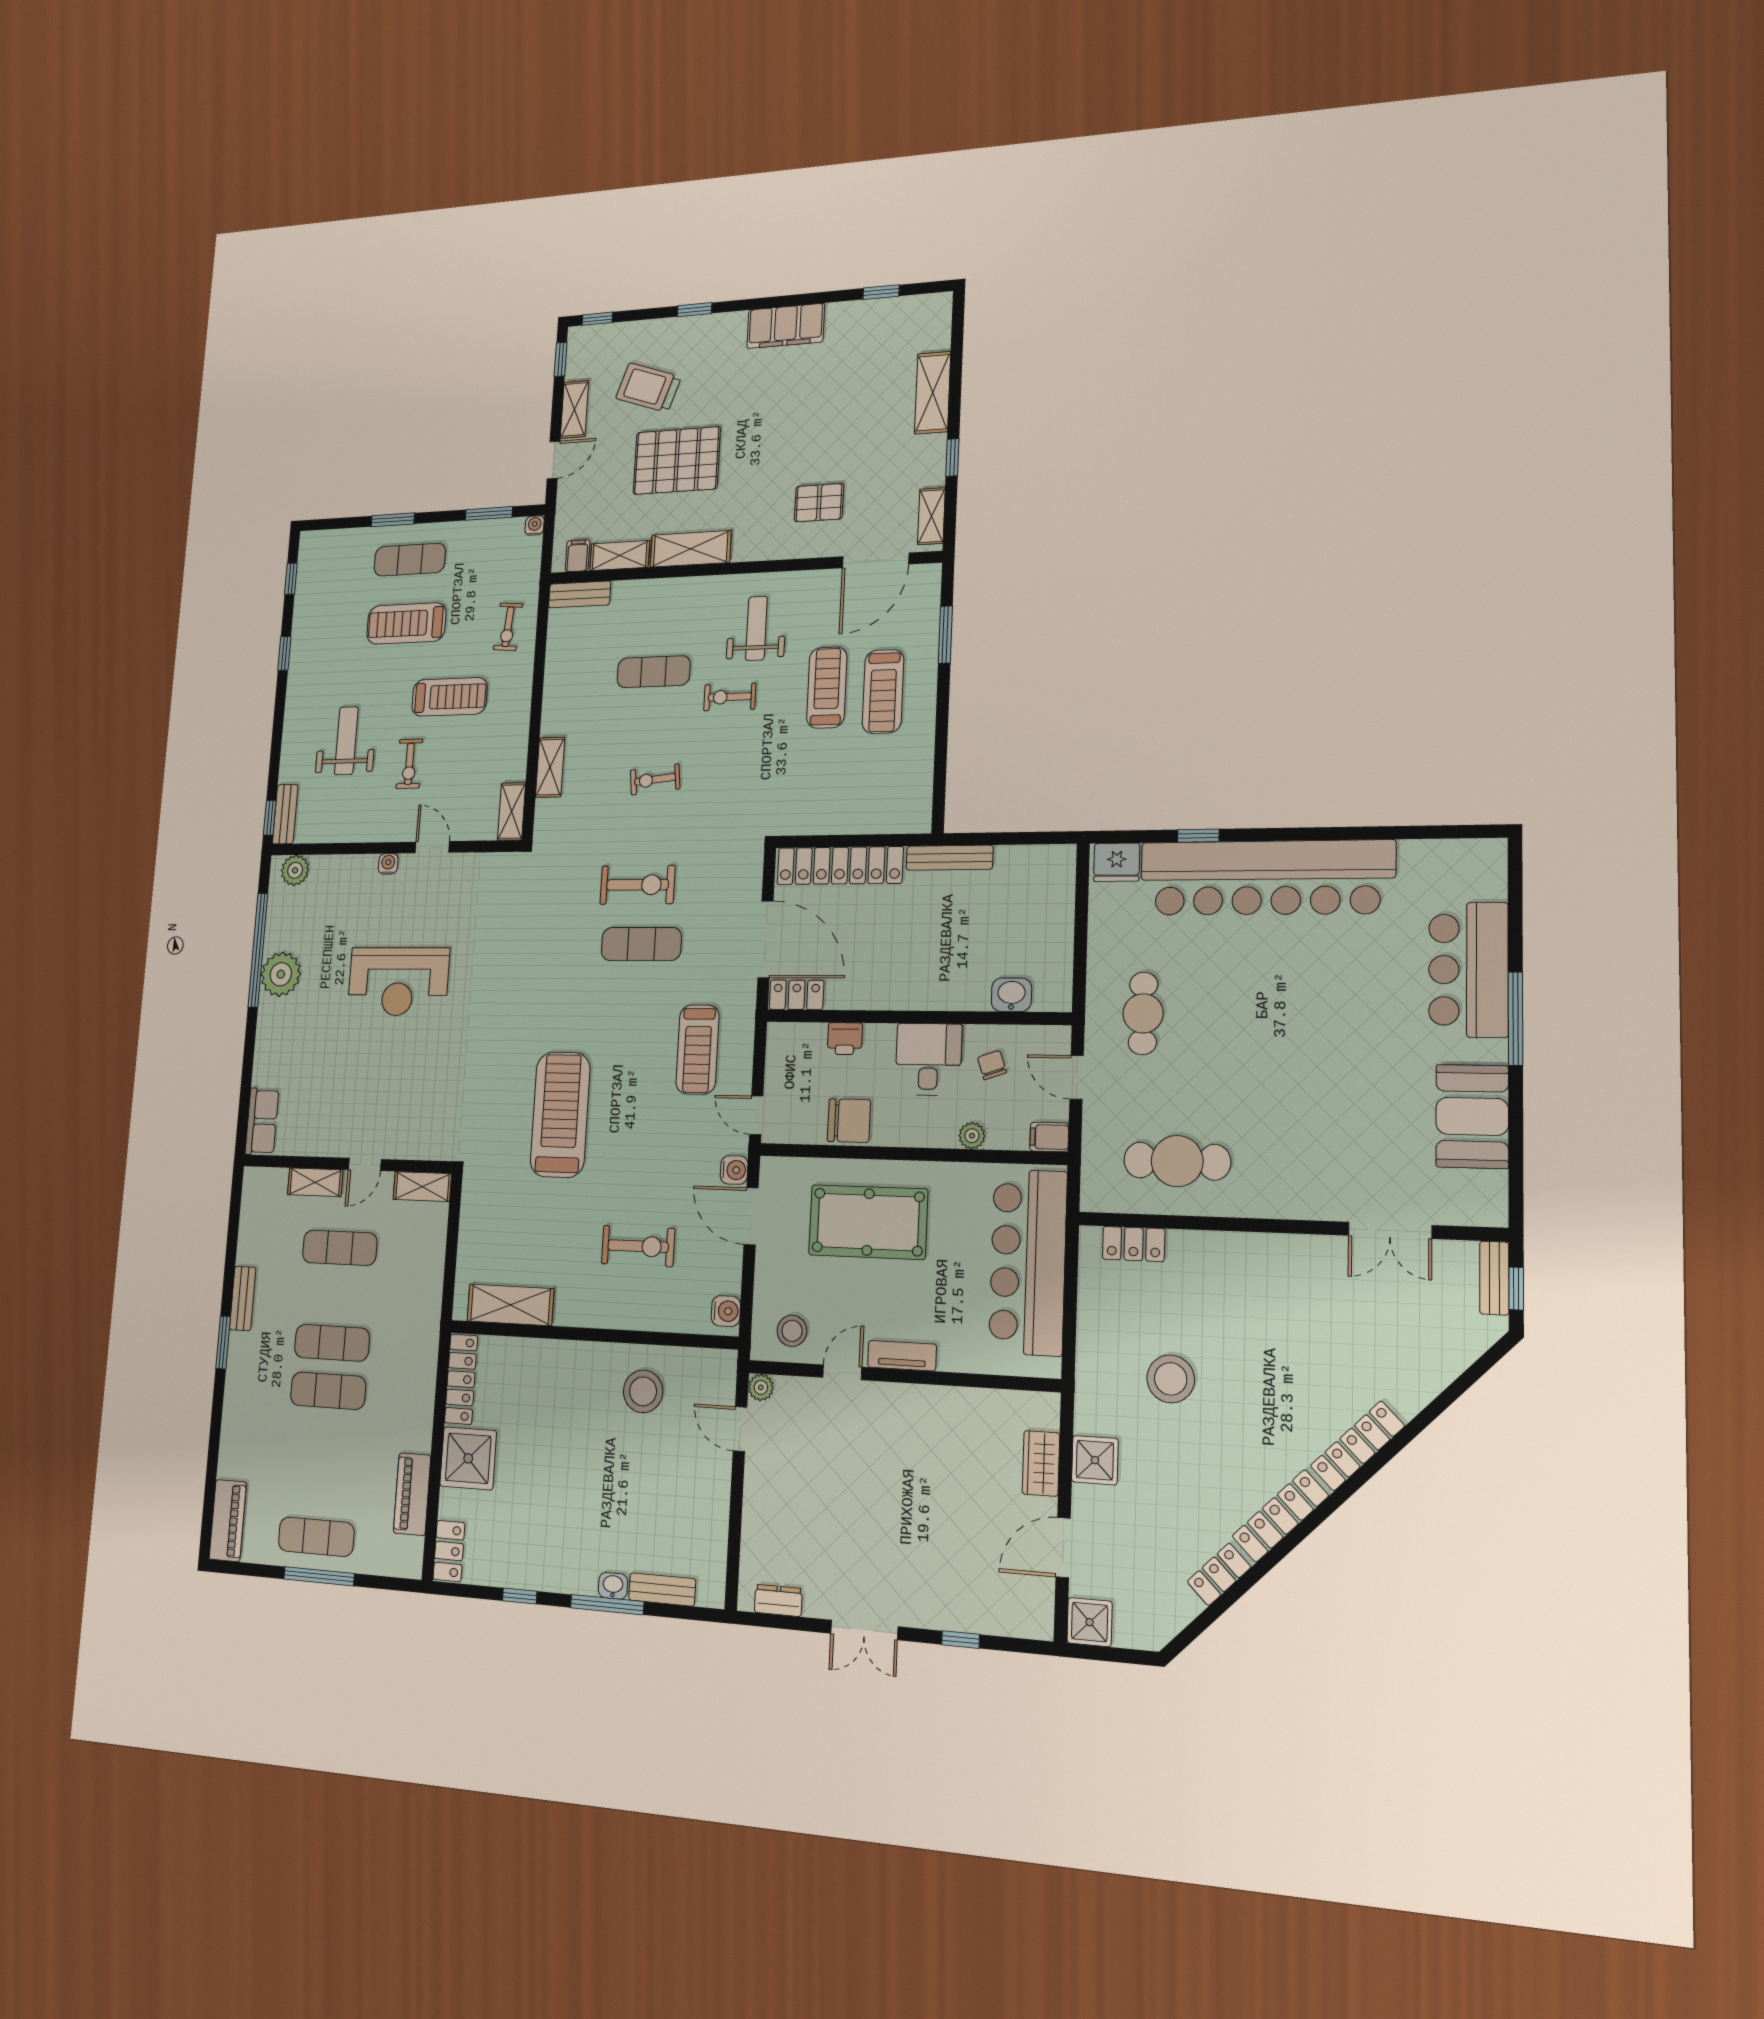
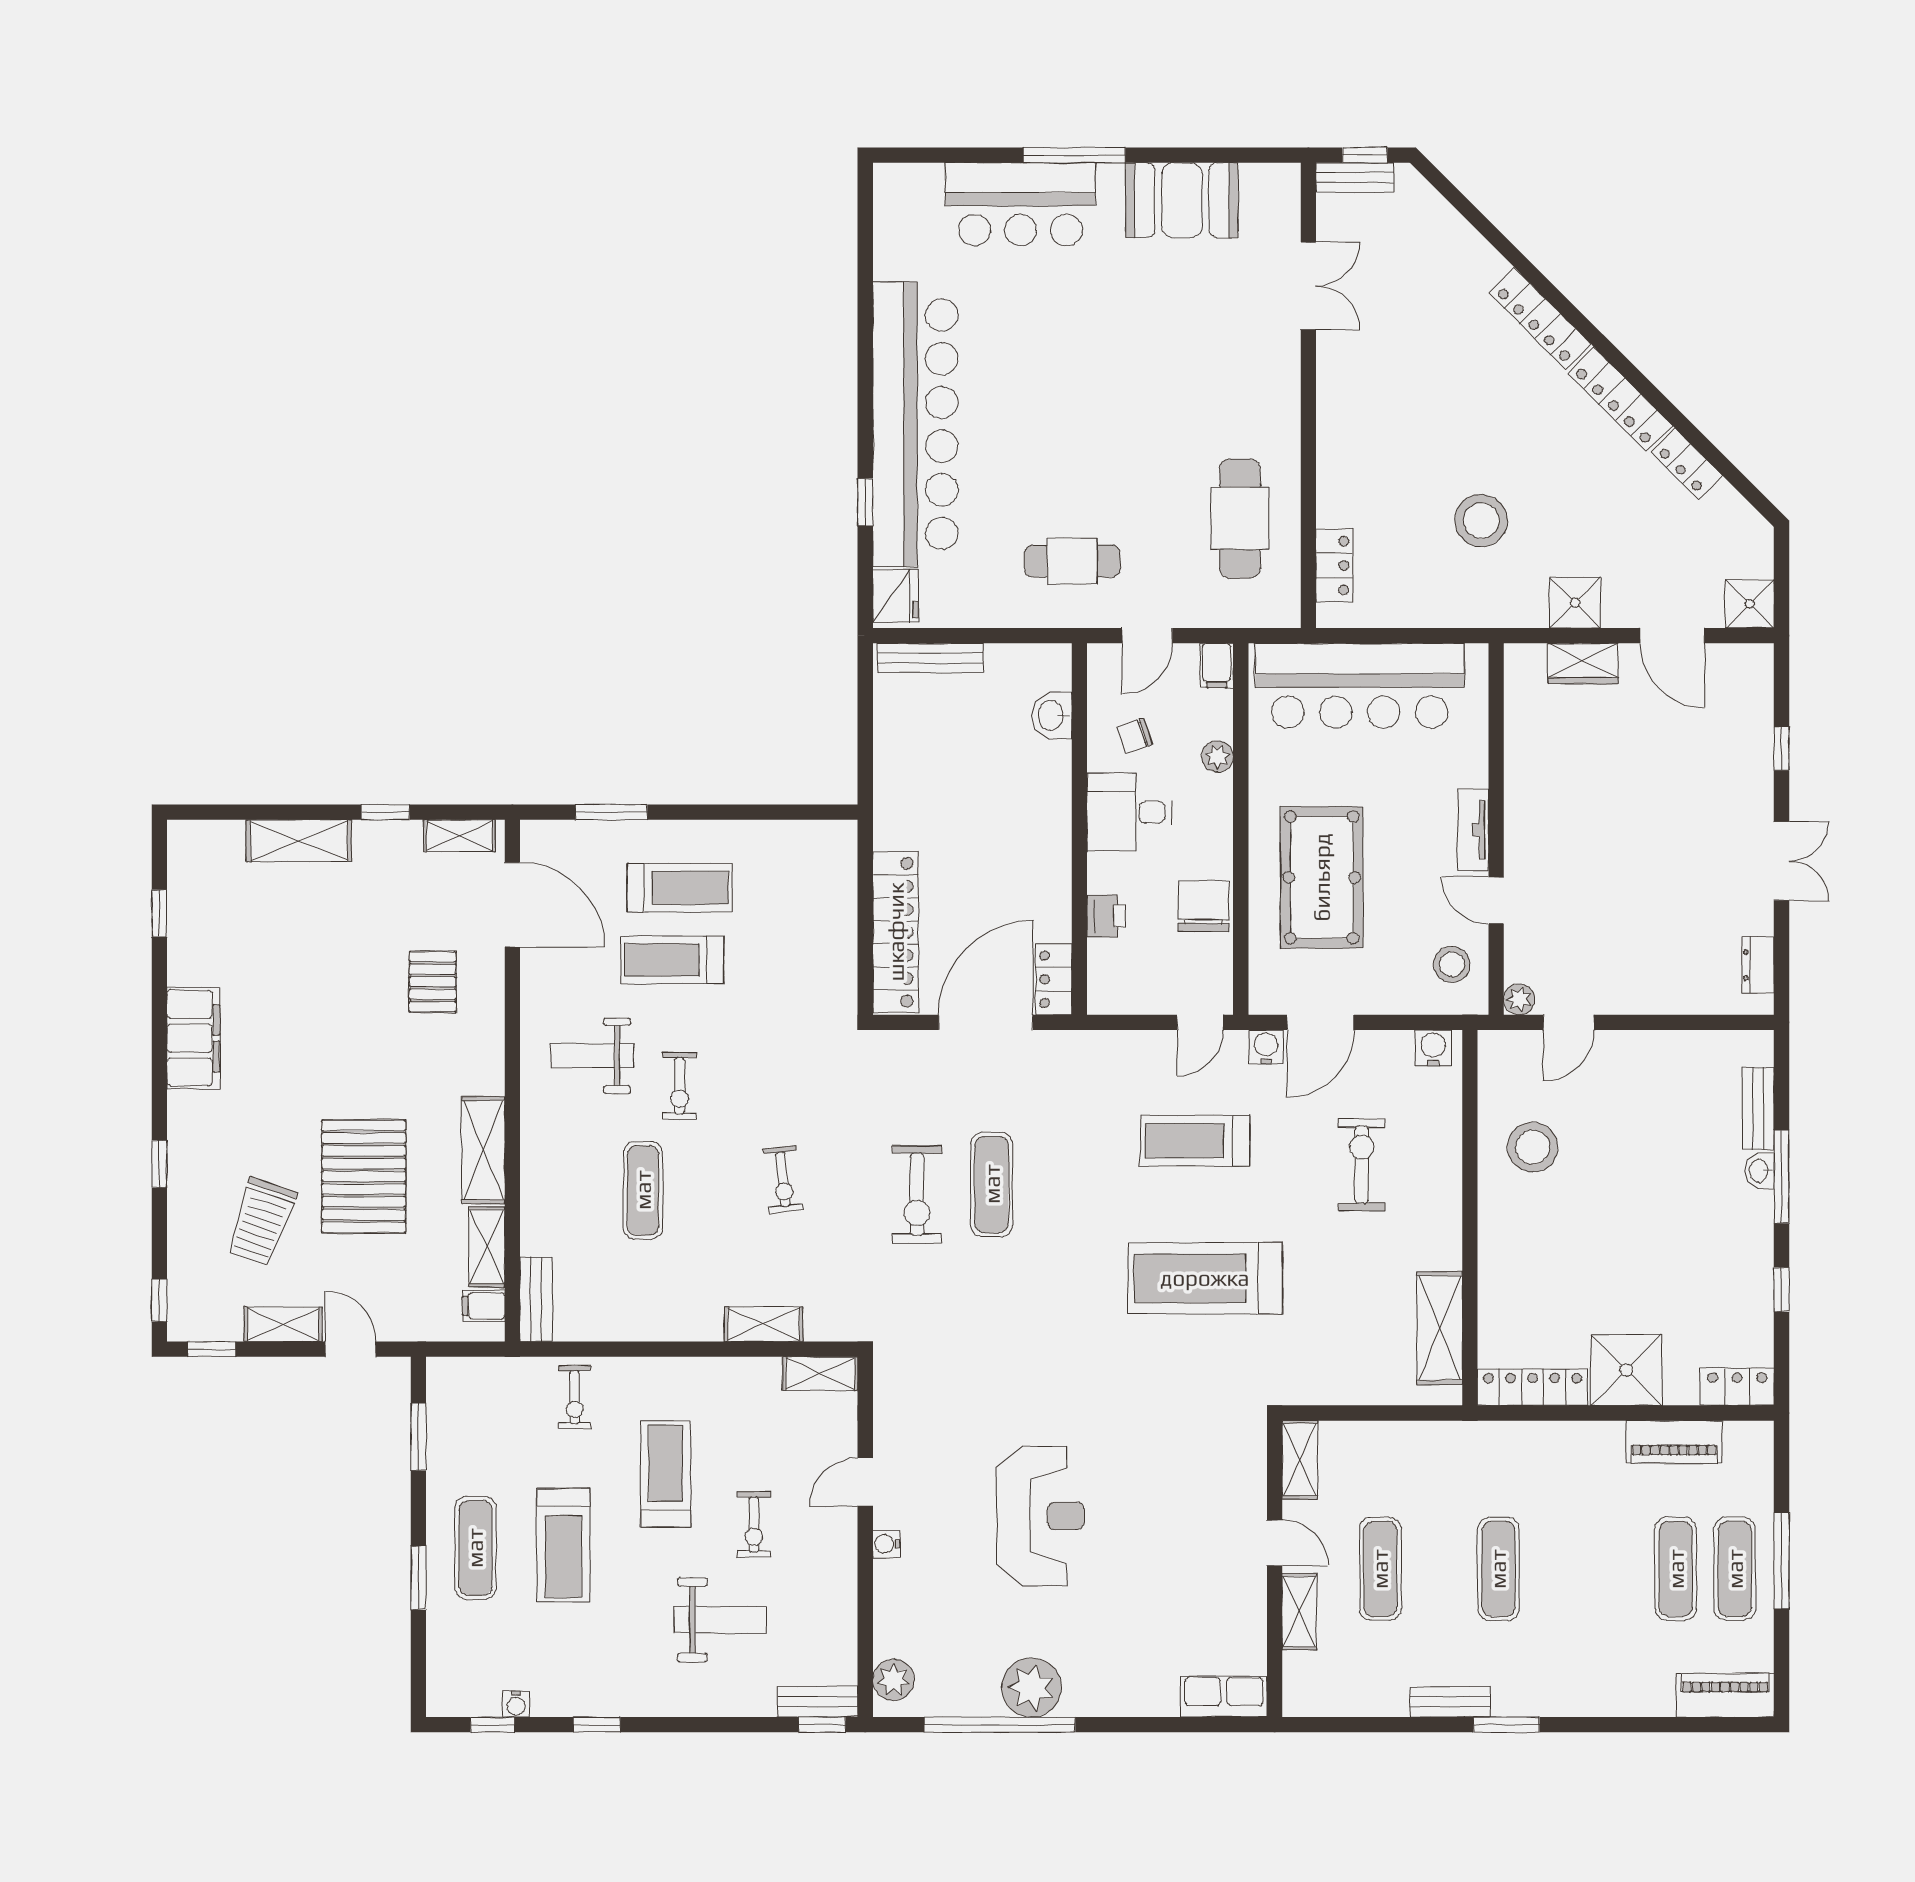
water cooler: (535, 525) -> (516, 1704), moved, turned -90
exercise bike: (508, 627) -> (575, 1397), turned 85
weight bench: (346, 741) -> (720, 1620), turned 180
exercise bike: (409, 764) -> (754, 1524), turned 90
bench: (950, 858) -> (930, 658), moved, turned 90
exercise bike: (637, 885) -> (917, 1194), turned 180
treadmill: (698, 1049) -> (1195, 1141), moved, turned 180
exercise mat: (328, 1391) -> (1676, 1569), moved

